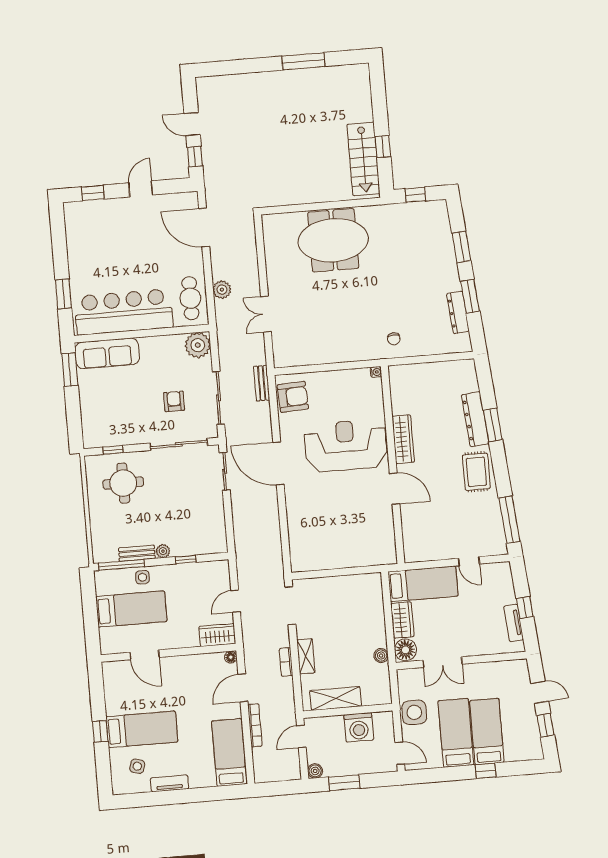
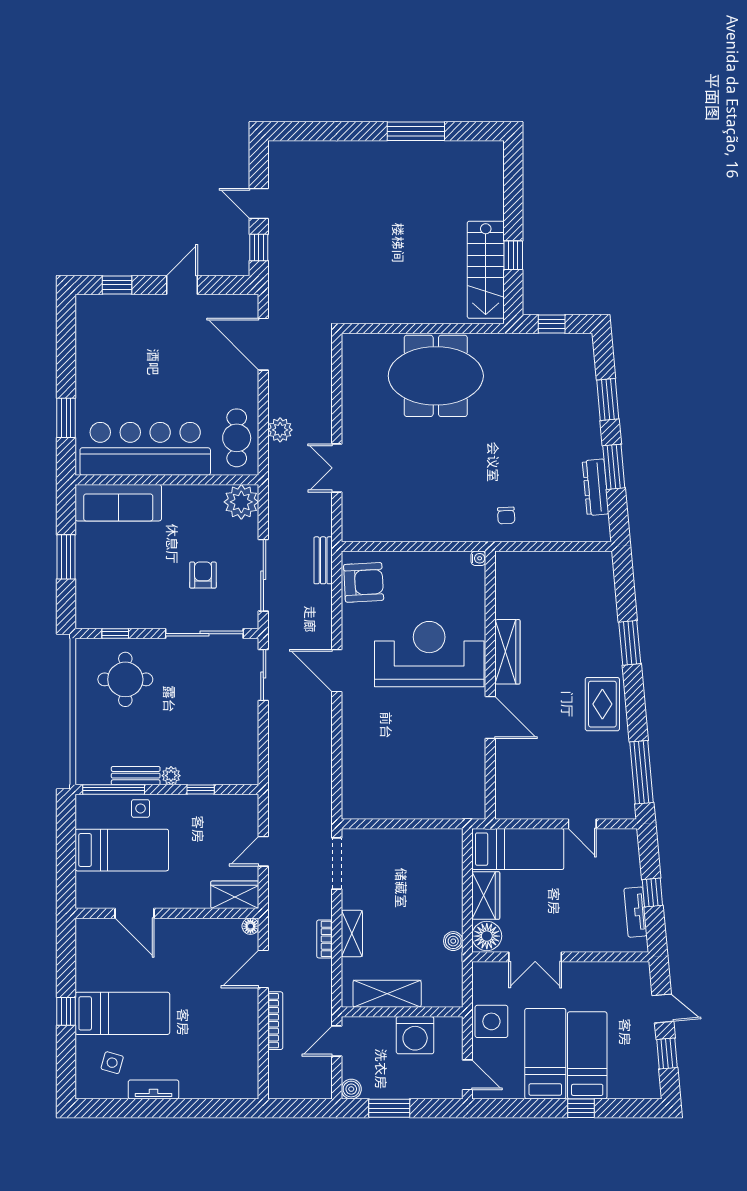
window: (70, 370) -> (66, 557), moved
dresser: (475, 419) -> (607, 633), removed
door: (278, 463) -> (337, 671), width x0.73
bed: (229, 752) -> (237, 1054), removed

